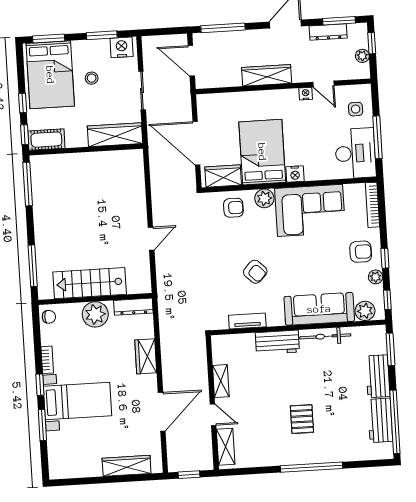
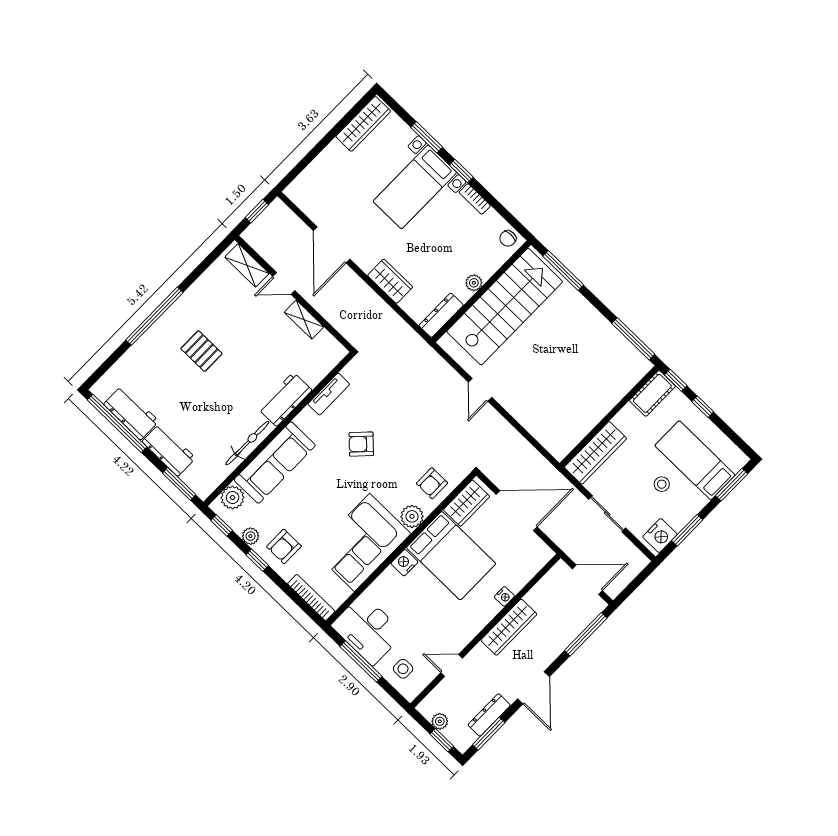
bed: (50, 75) -> (695, 460), width x0.67
nightstand: (306, 94) -> (504, 596), moved
stairs: (90, 283) -> (505, 307), width x1.36, depth x1.51
plant: (95, 314) -> (474, 283), width x0.53, depth x0.53
wardrobe: (127, 466) -> (363, 124), moved

